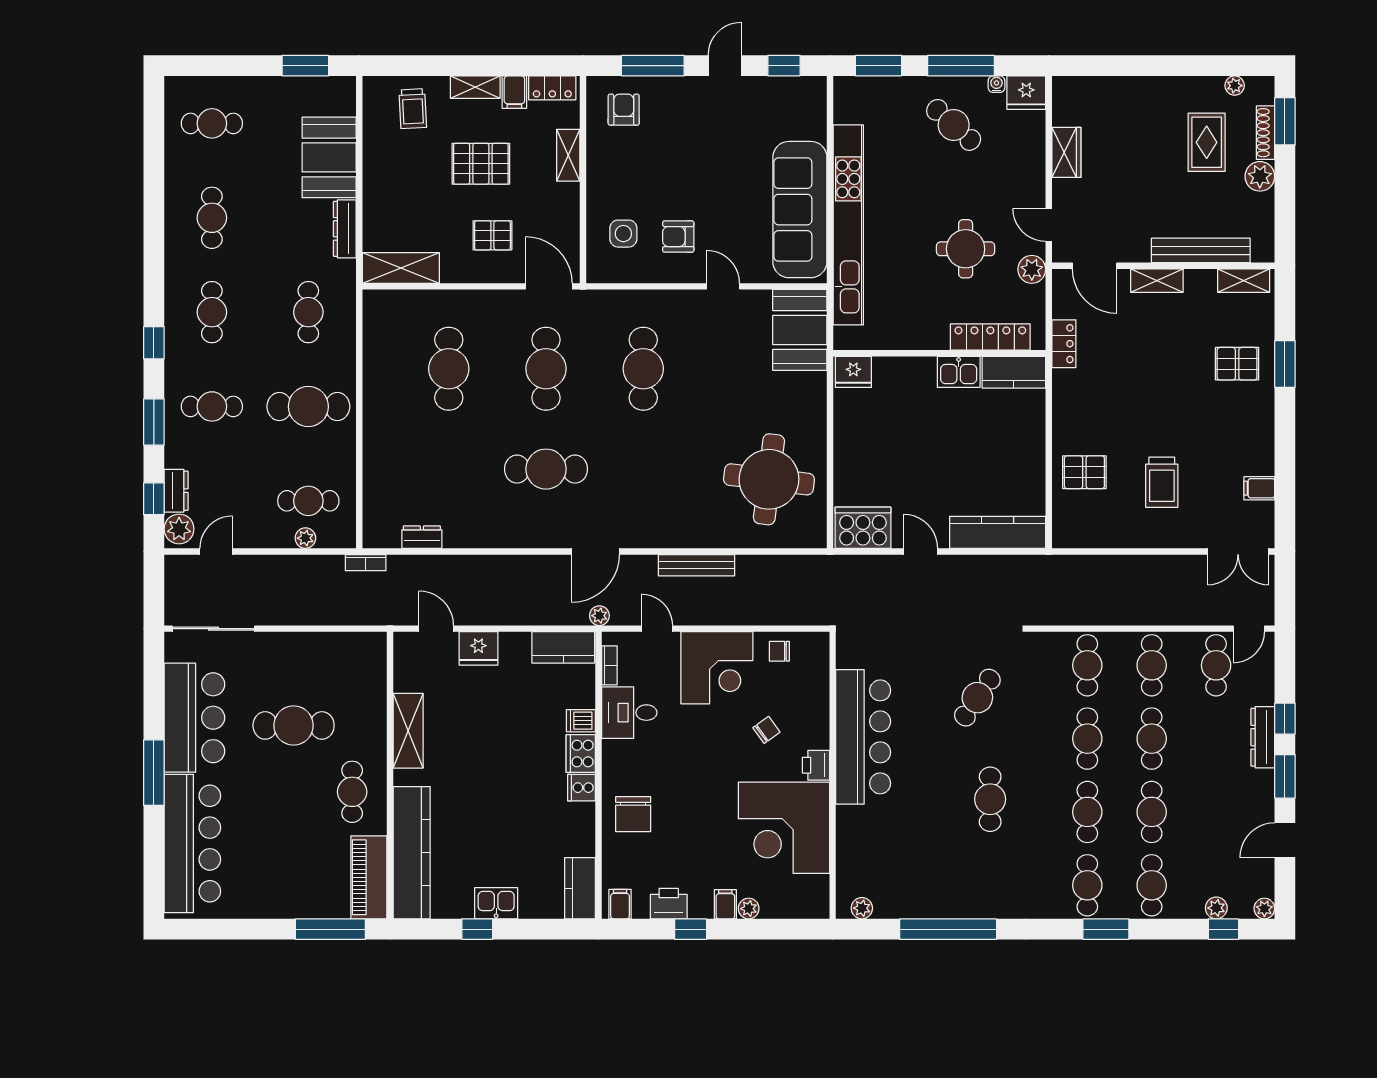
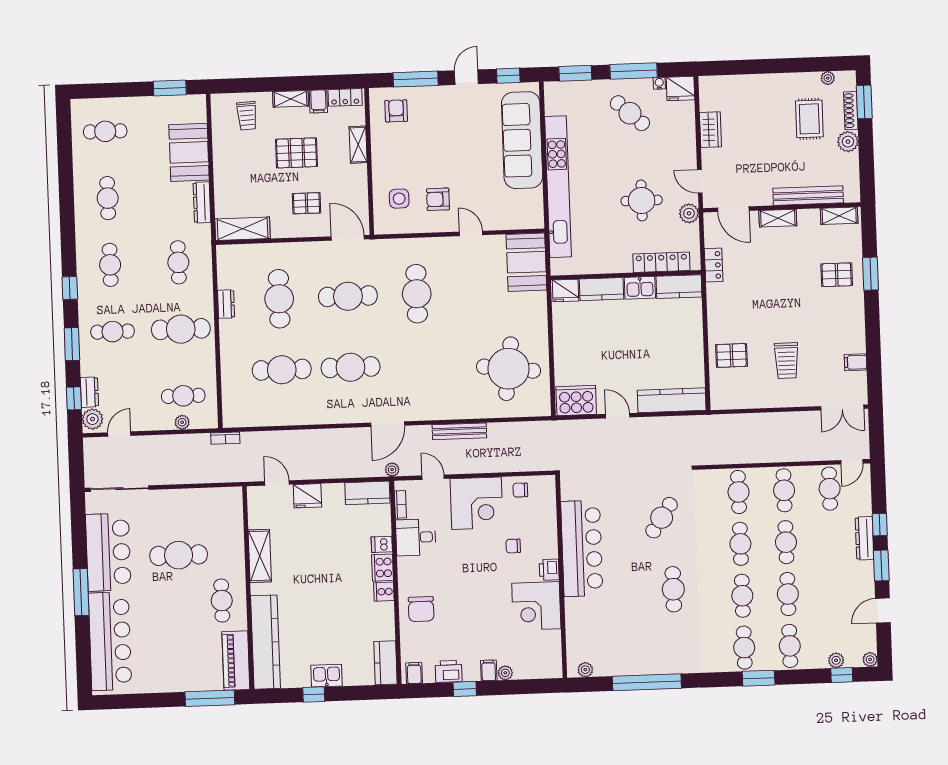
sofa: (800, 210) -> (522, 140), moved
cafe table: (546, 369) -> (348, 296), turned 90
kitchen counter: (904, 372) -> (601, 289), added
cafe table: (449, 469) -> (282, 370), added
dresser: (422, 537) -> (226, 304), moved, turned 90
chair: (766, 730) -> (513, 546), turned -144
corner desk: (784, 828) -> (536, 606), width x0.74, depth x0.74

